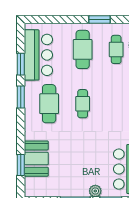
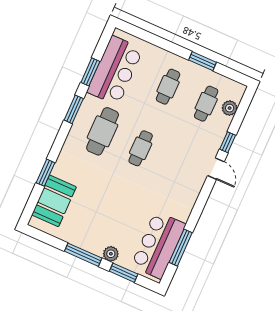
cafe table: (83, 49) -> (168, 87), width x0.73, depth x0.74
booth: (36, 159) -> (54, 201), moved
window: (21, 165) -> (46, 173), moved

